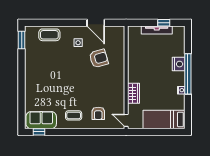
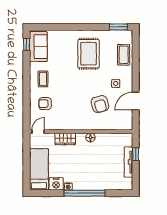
window: (164, 23) -> (136, 154), moved
nightstand: (179, 64) -> (56, 184), moved
floor lamp: (132, 68) -> (90, 138), added
rug: (48, 70) -> (89, 54), added

